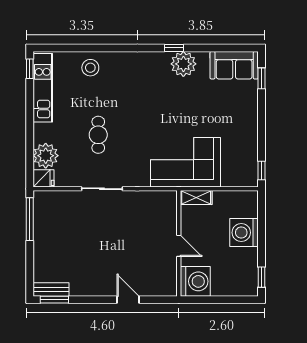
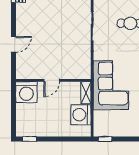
washing machine: (244, 233) -> (81, 115), moved, turned -90

